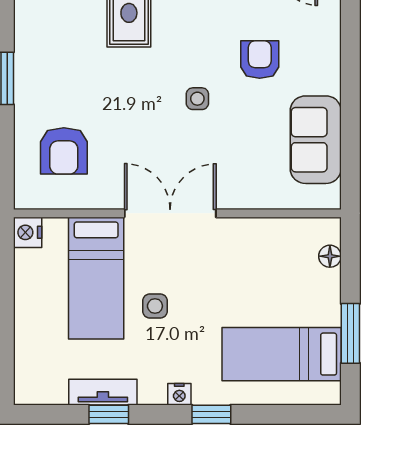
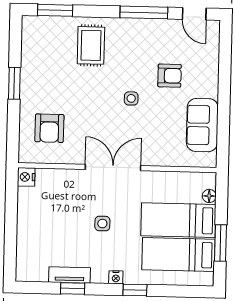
armchair: (260, 60) -> (170, 76), turned 90
bed: (96, 278) -> (178, 220), moved, turned 90

